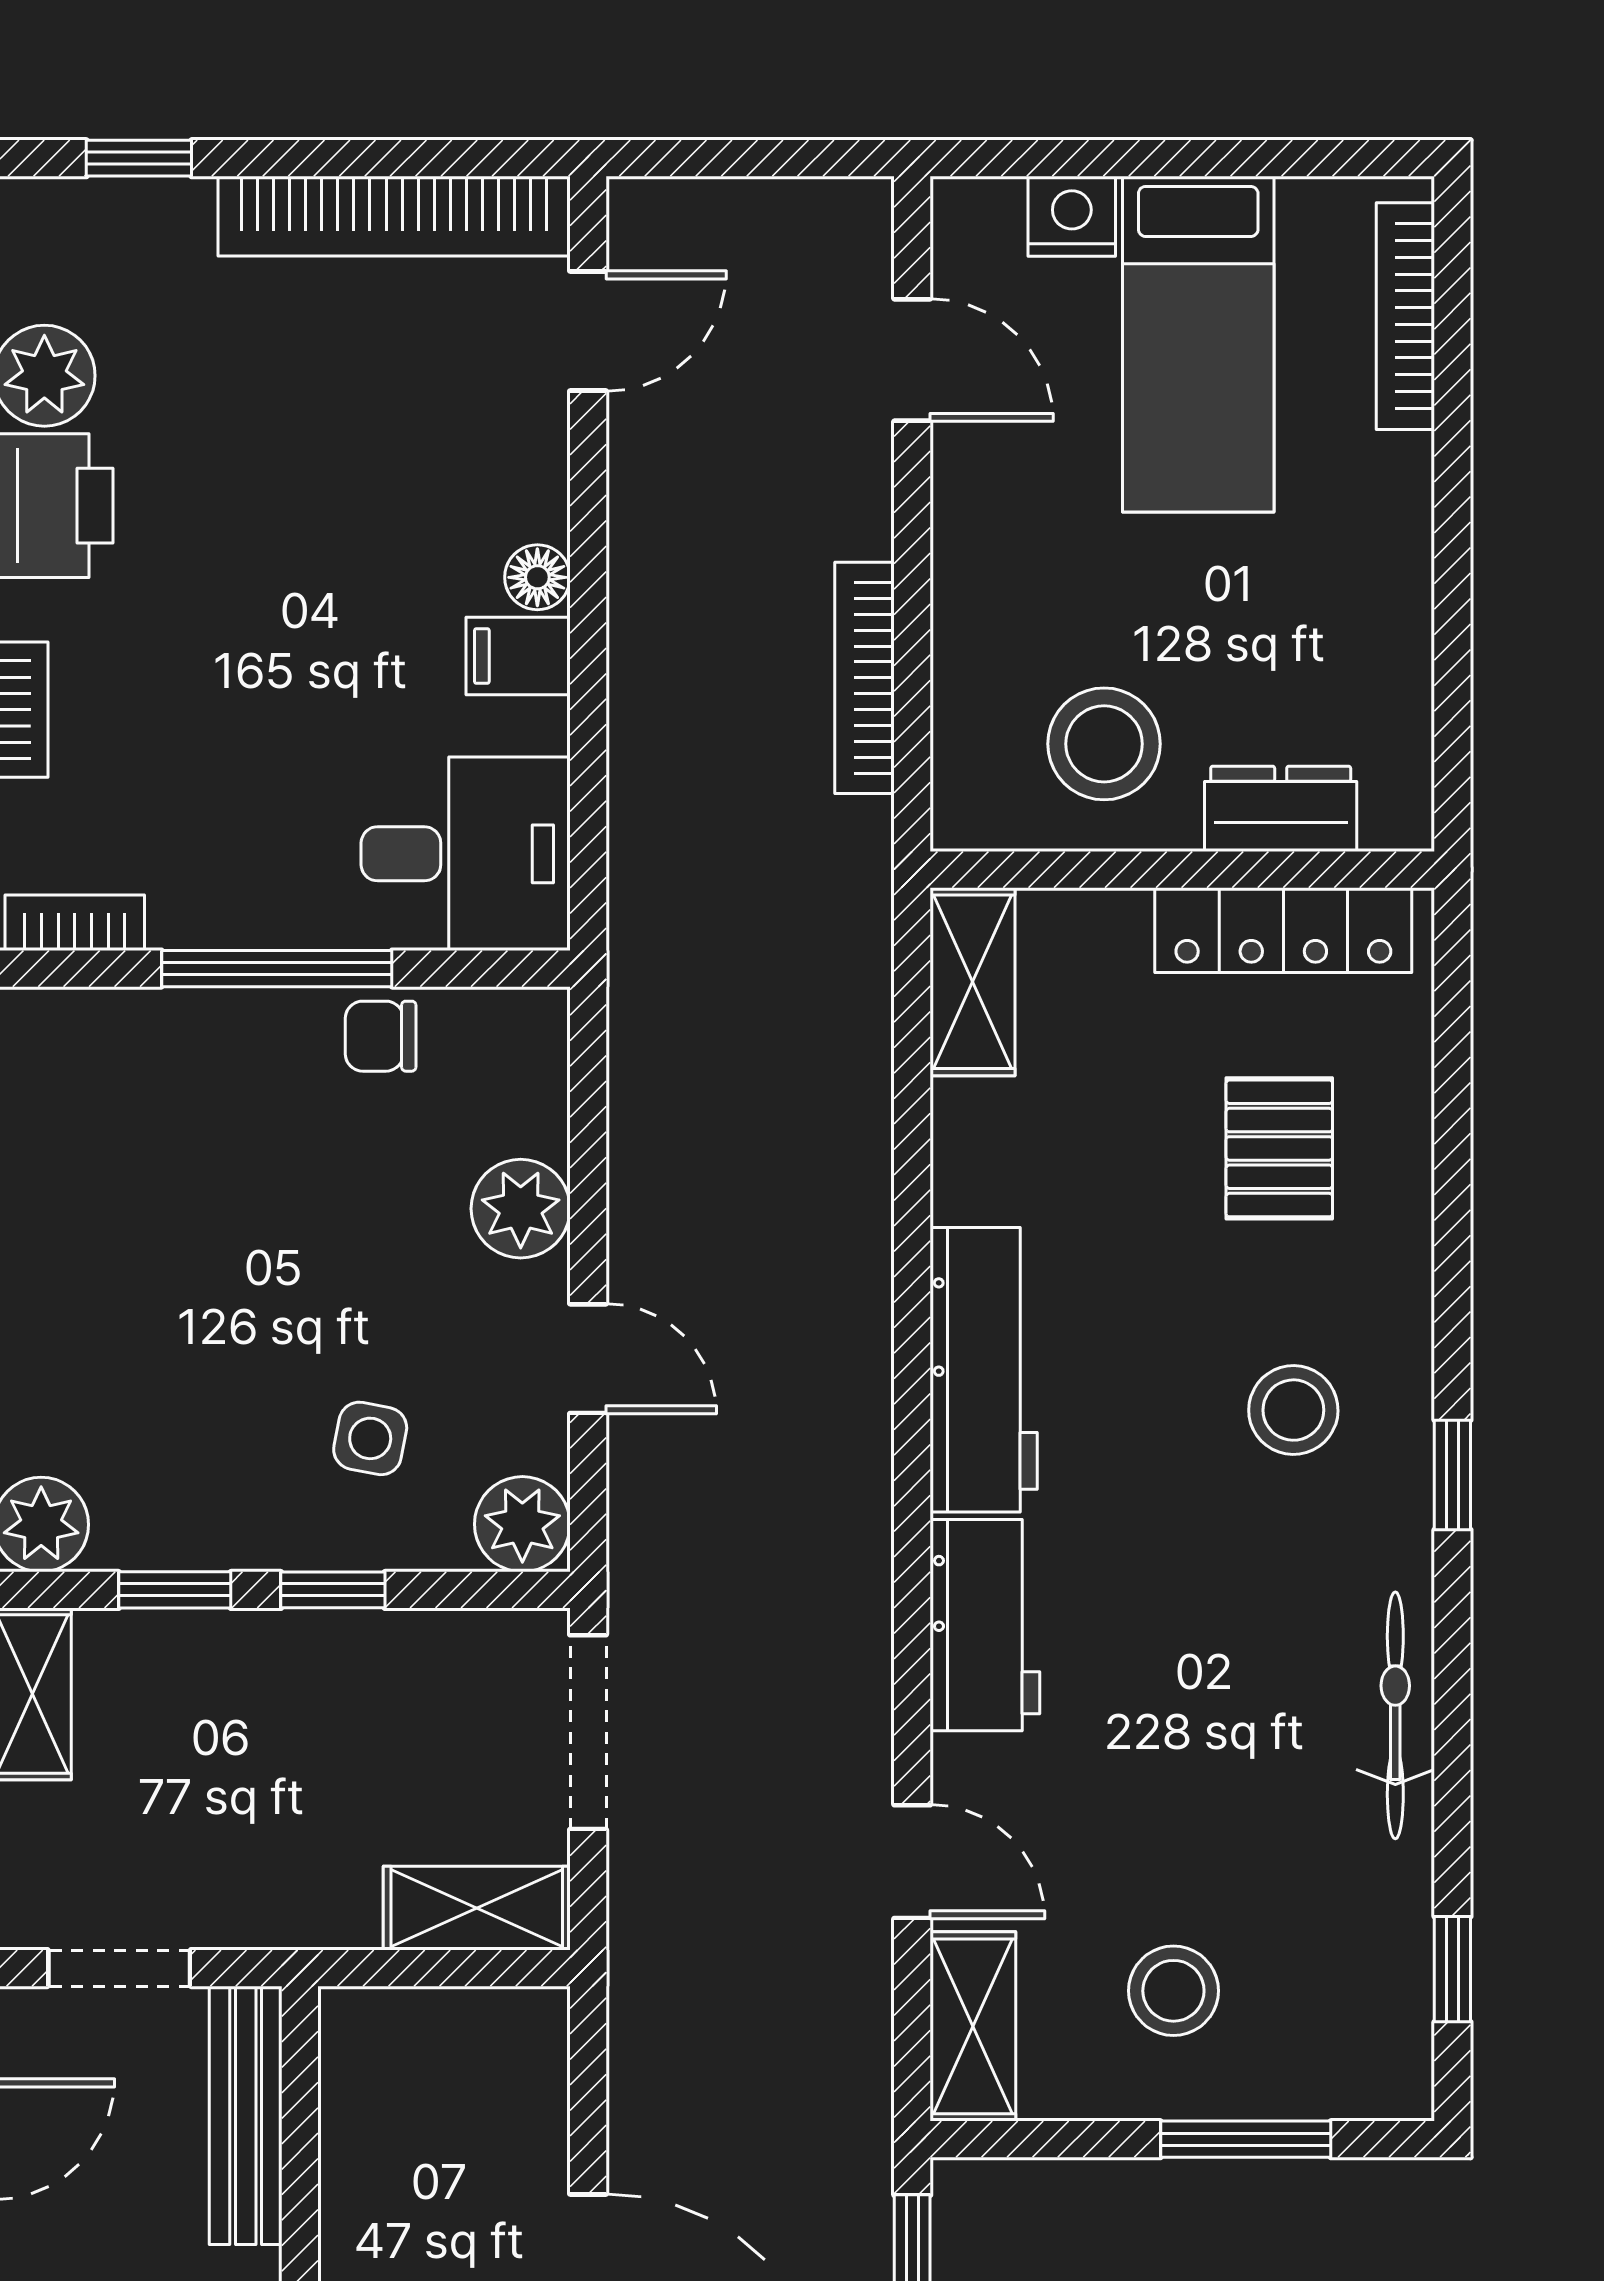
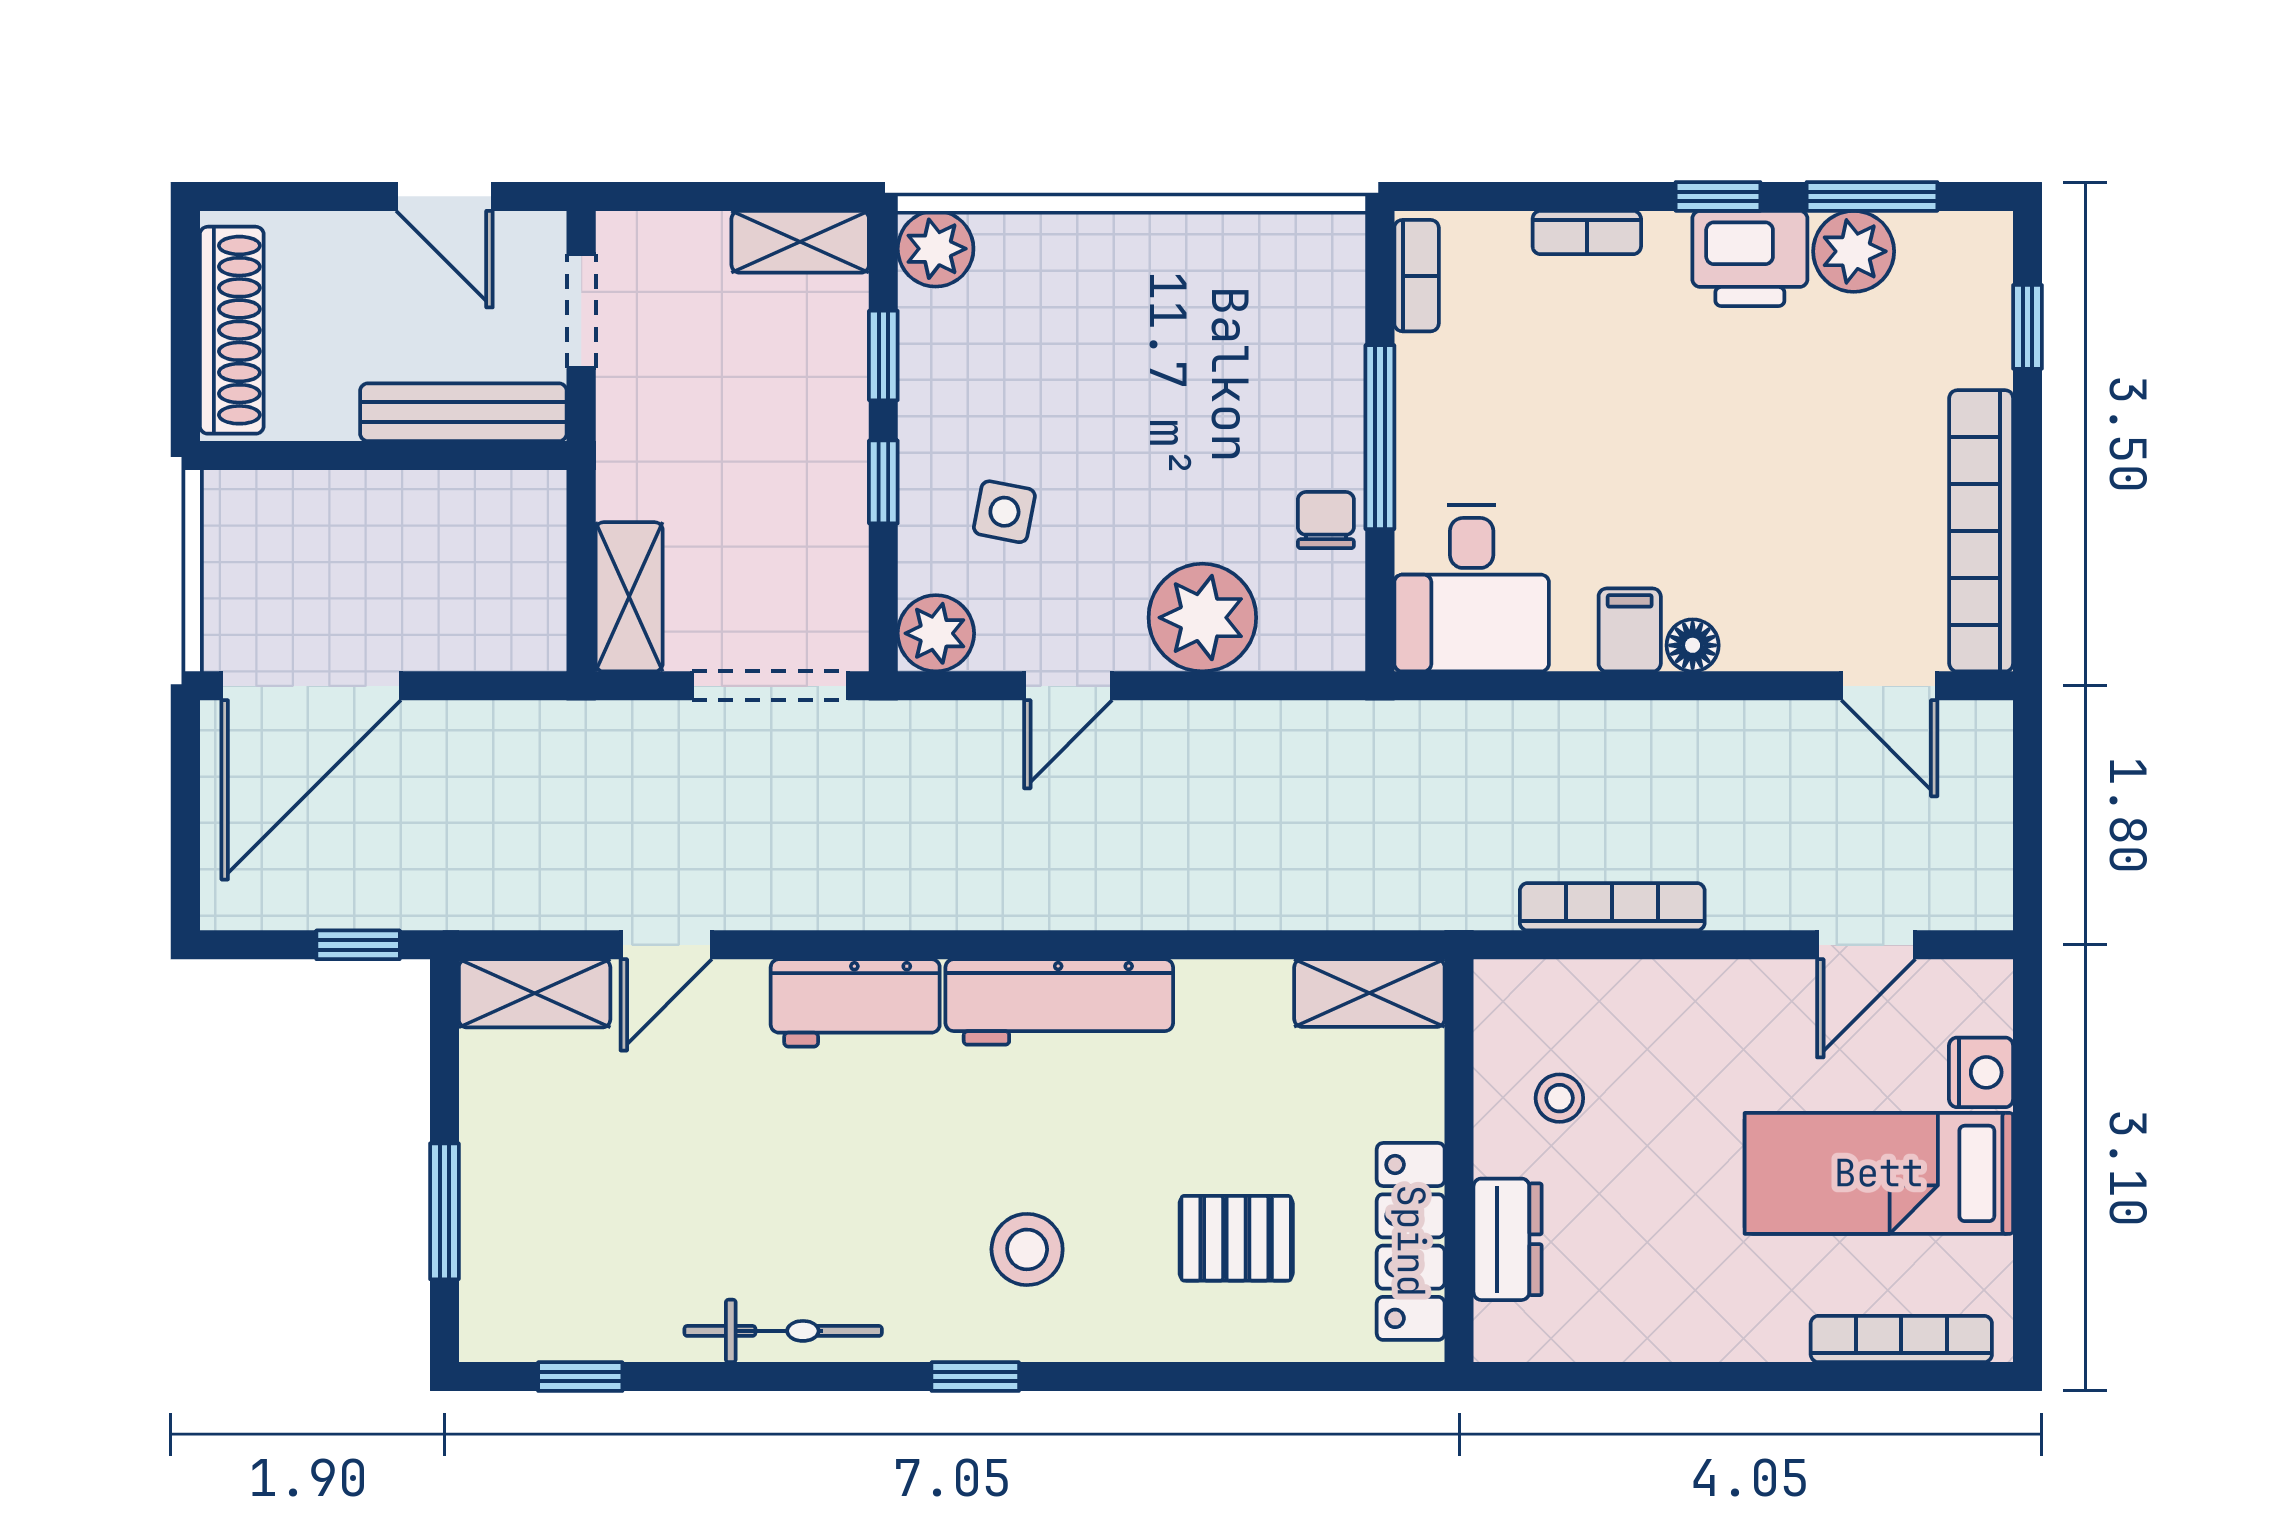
stool: (1104, 744) -> (1559, 1098), width x0.53, depth x0.53
plant: (521, 1209) -> (1202, 618), width x1.36, depth x1.36
stool: (1173, 1991) -> (563, 1154), removed

